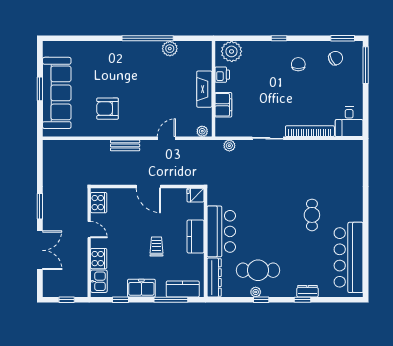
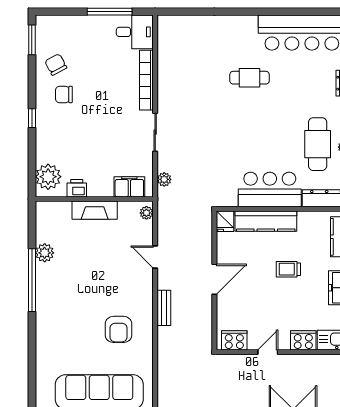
chair: (336, 58) -> (56, 65), moved
window: (366, 65) -> (110, 12), moved
filing cabinet: (223, 105) -> (129, 187), moved
kitchen counter: (196, 236) -> (266, 221), width x1.50

